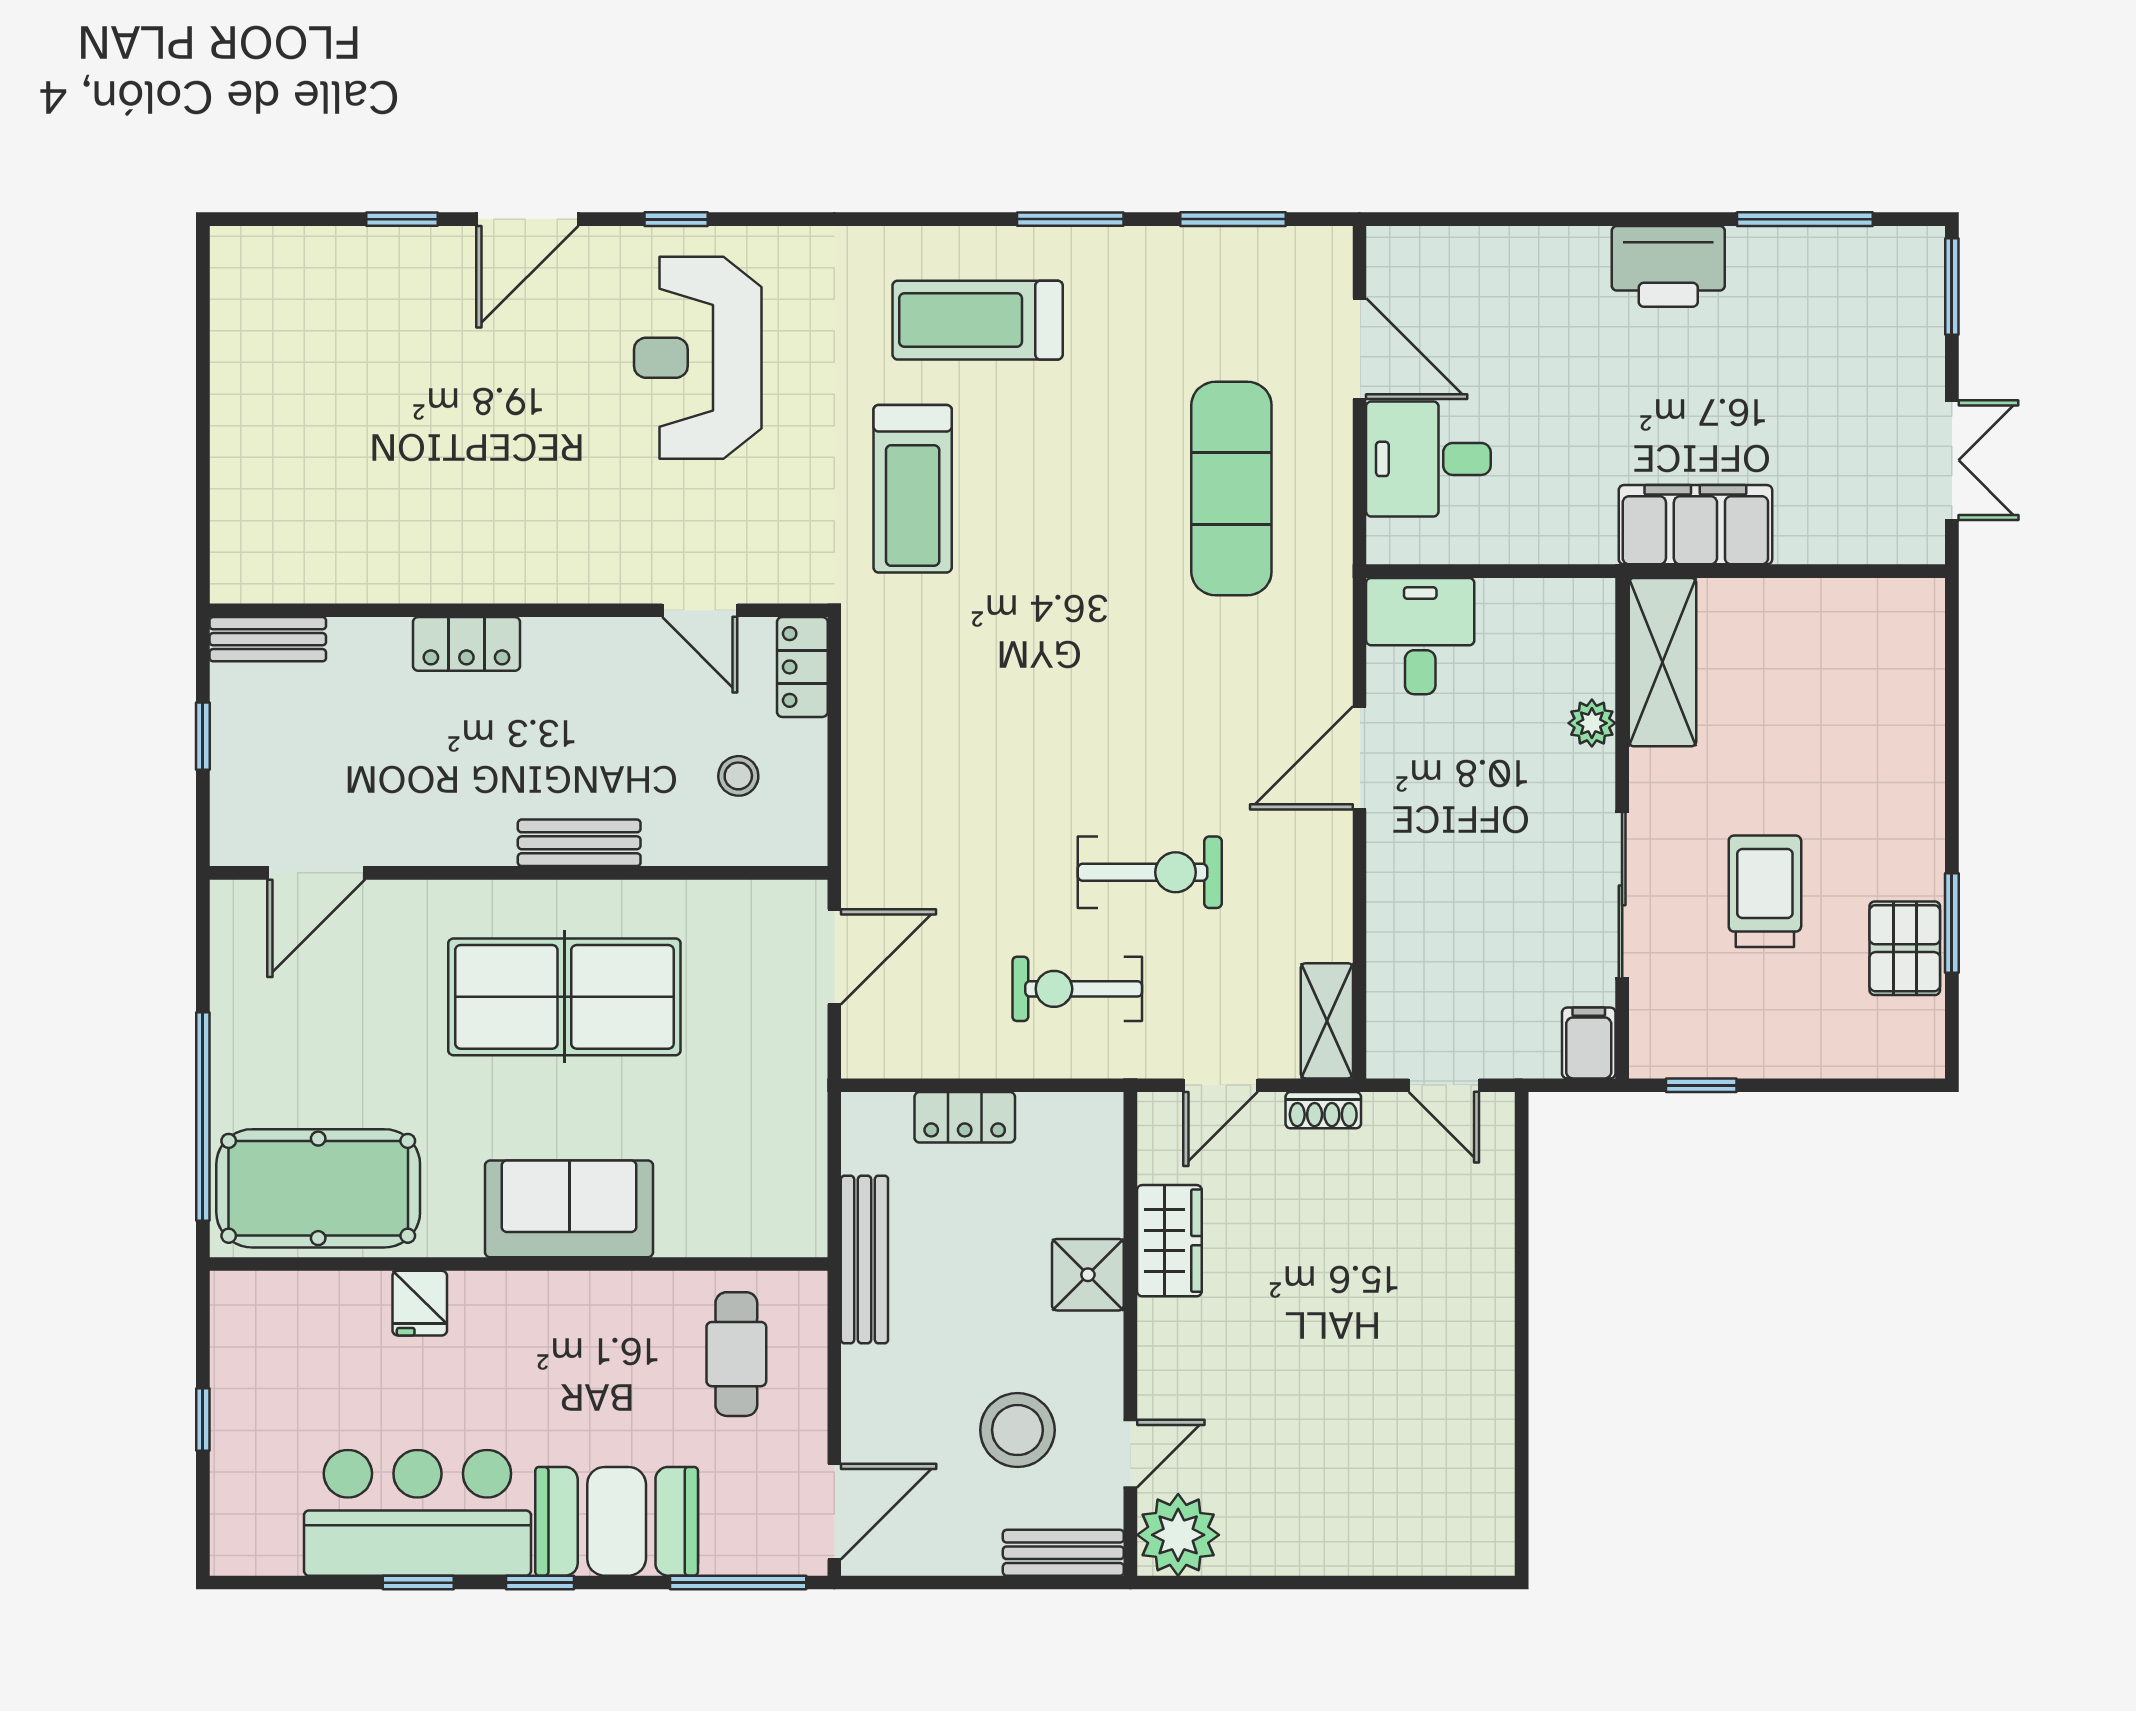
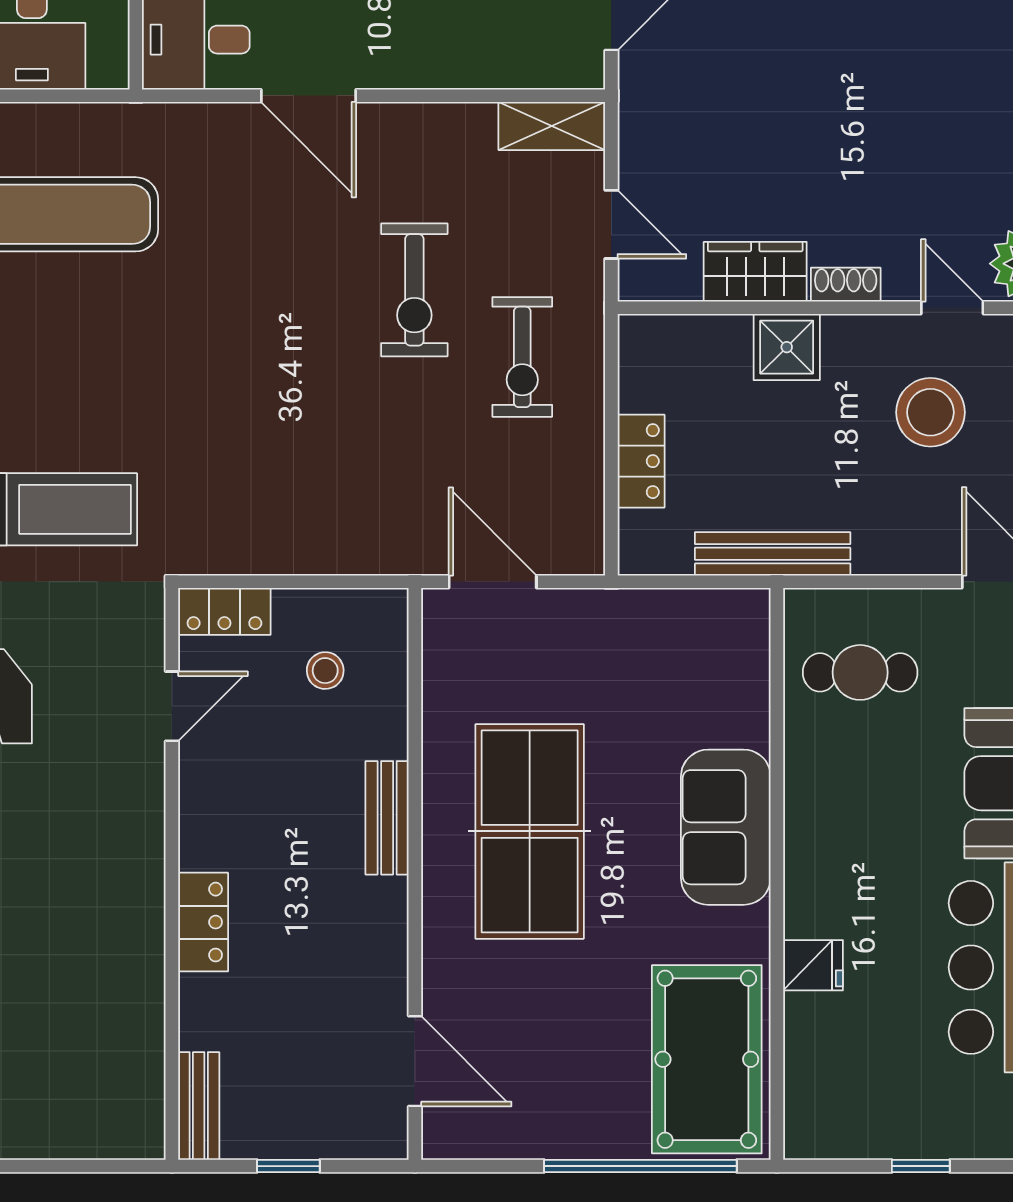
exercise bike: (1150, 872) -> (414, 290), turned 180
shoe rack: (1323, 1110) -> (846, 285), moved, turned -90

